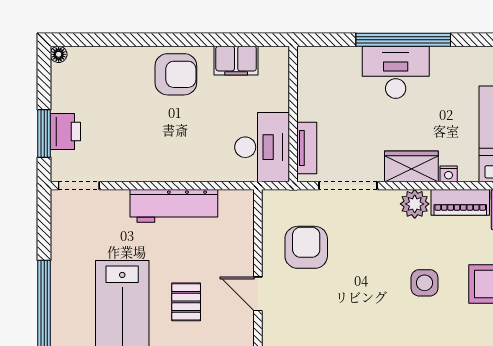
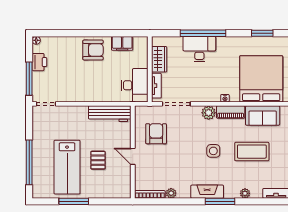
printer: (65, 132) -> (39, 62), moved
window: (44, 133) -> (29, 79), width x1.44
wardrobe: (411, 166) -> (159, 59), moved, turned 90
workbench: (174, 206) -> (110, 114), moved

